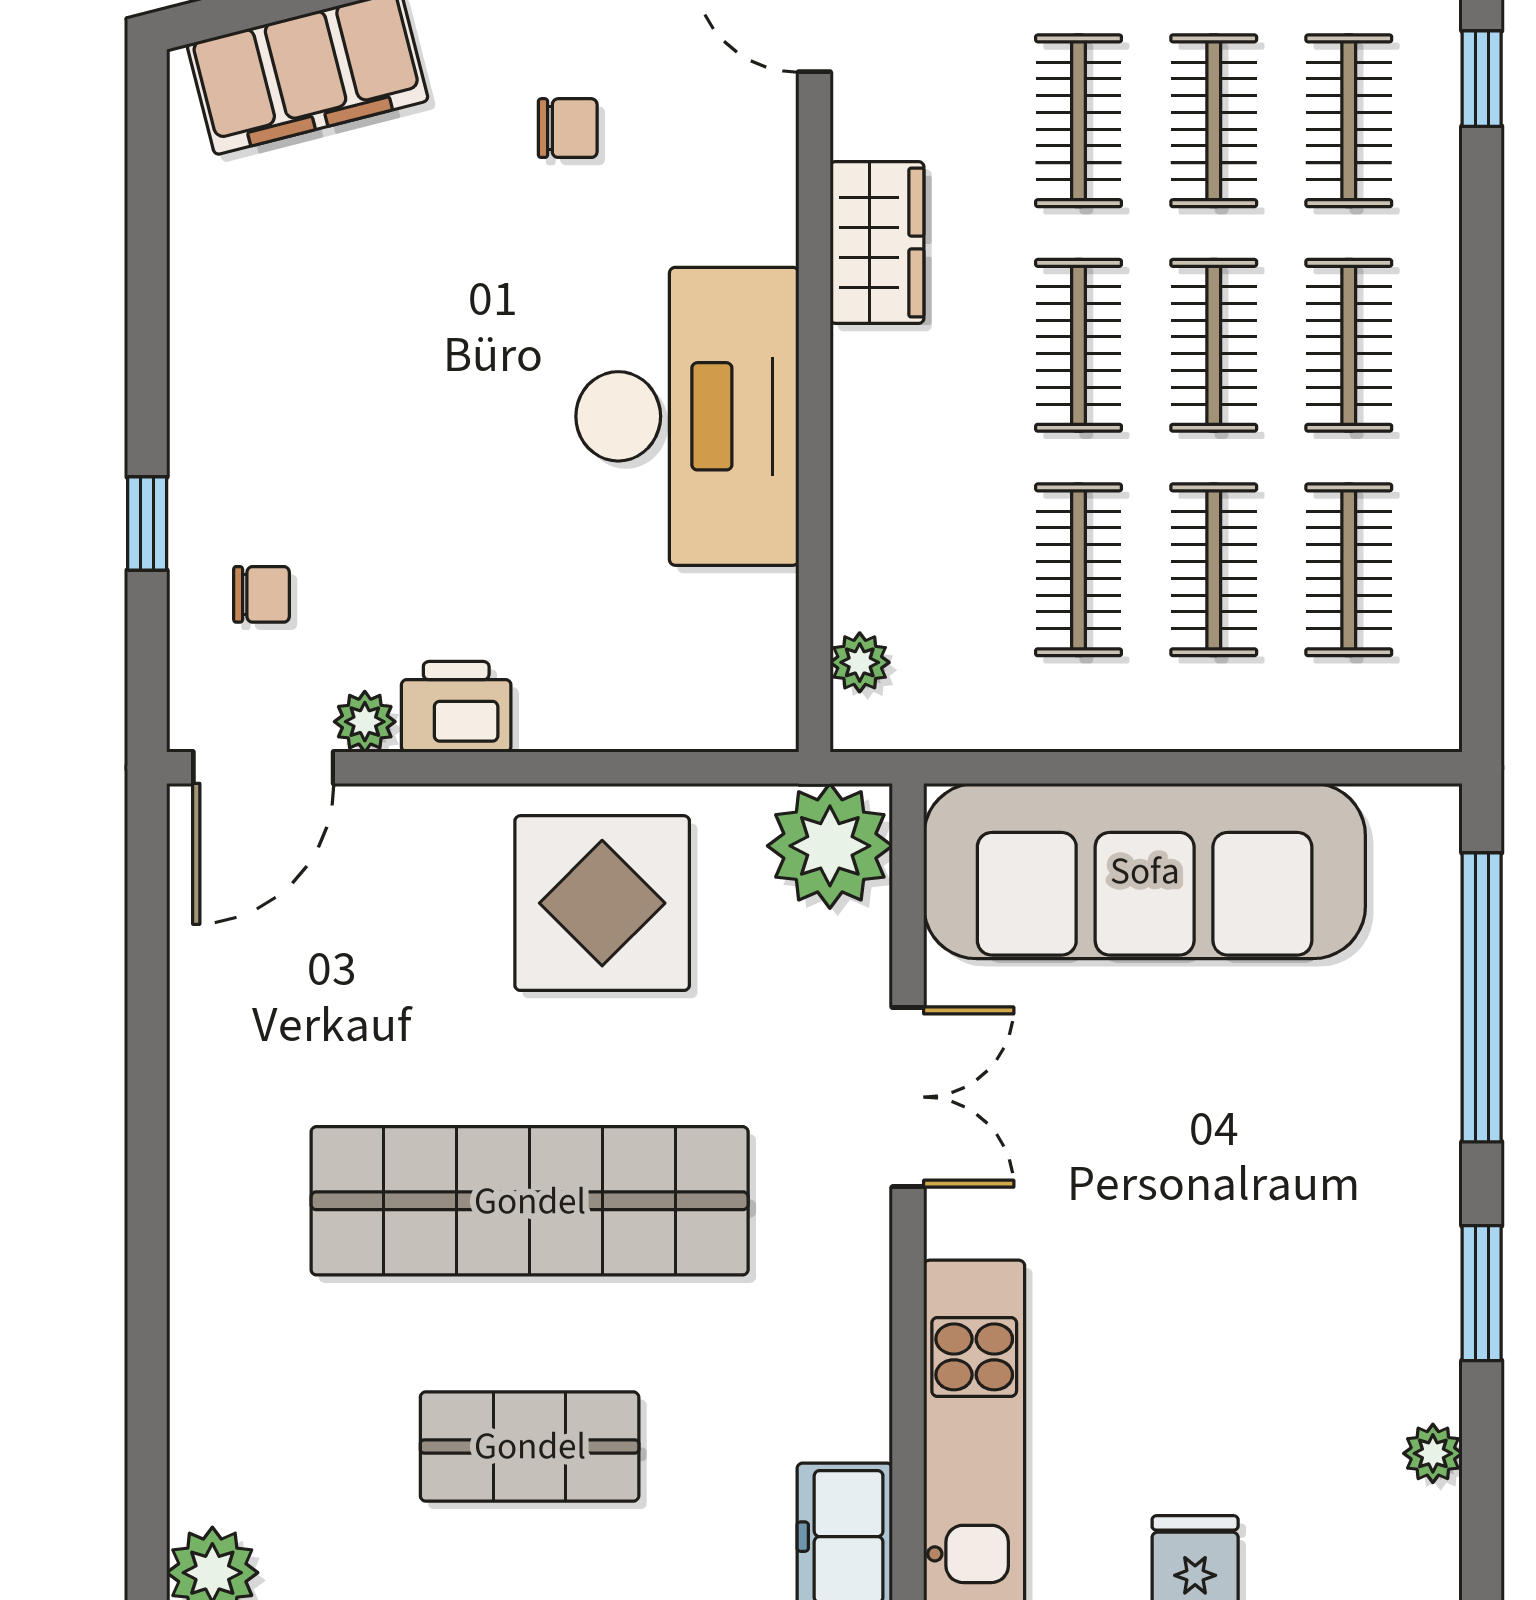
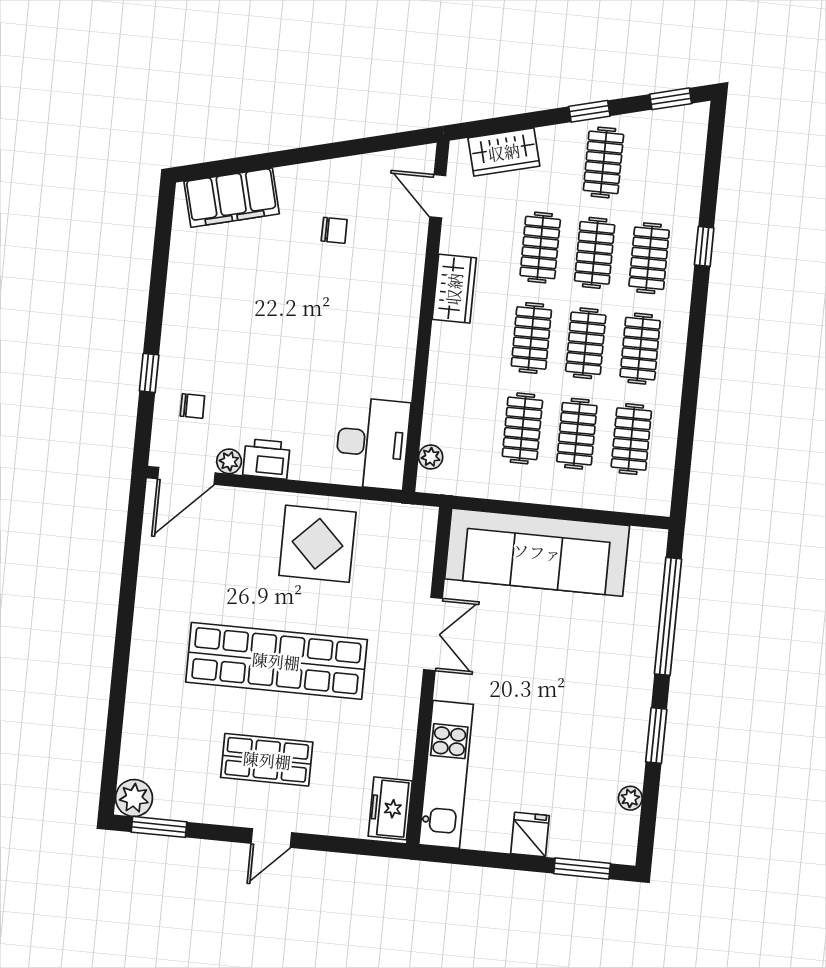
desk: (687, 416) -> (372, 443), moved, width x0.73, depth x0.77
plant: (830, 846) -> (411, 530), removed

